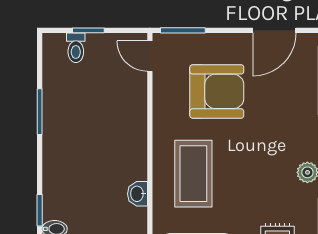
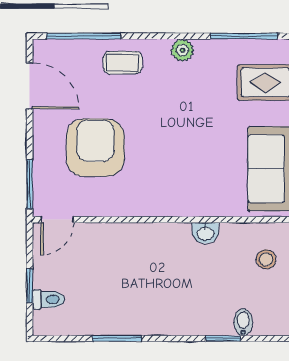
coffee table: (193, 174) -> (123, 63), moved, width x0.54, depth x0.58

